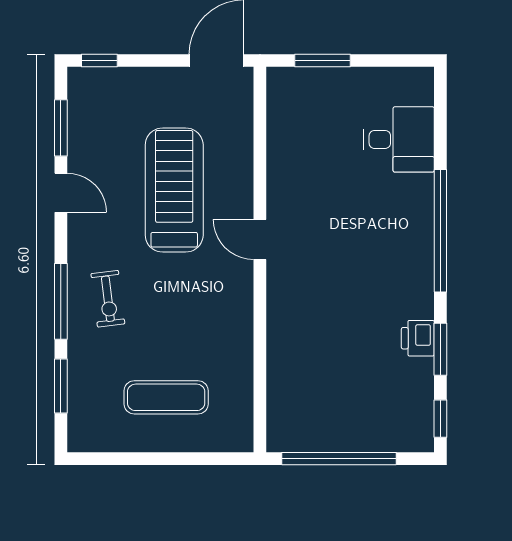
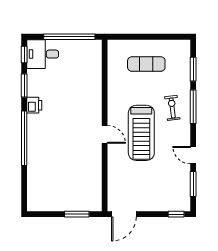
desk: (399, 139) -> (43, 54), moved
treadmill: (174, 190) -> (141, 133), moved
printer: (418, 338) -> (34, 105), moved

